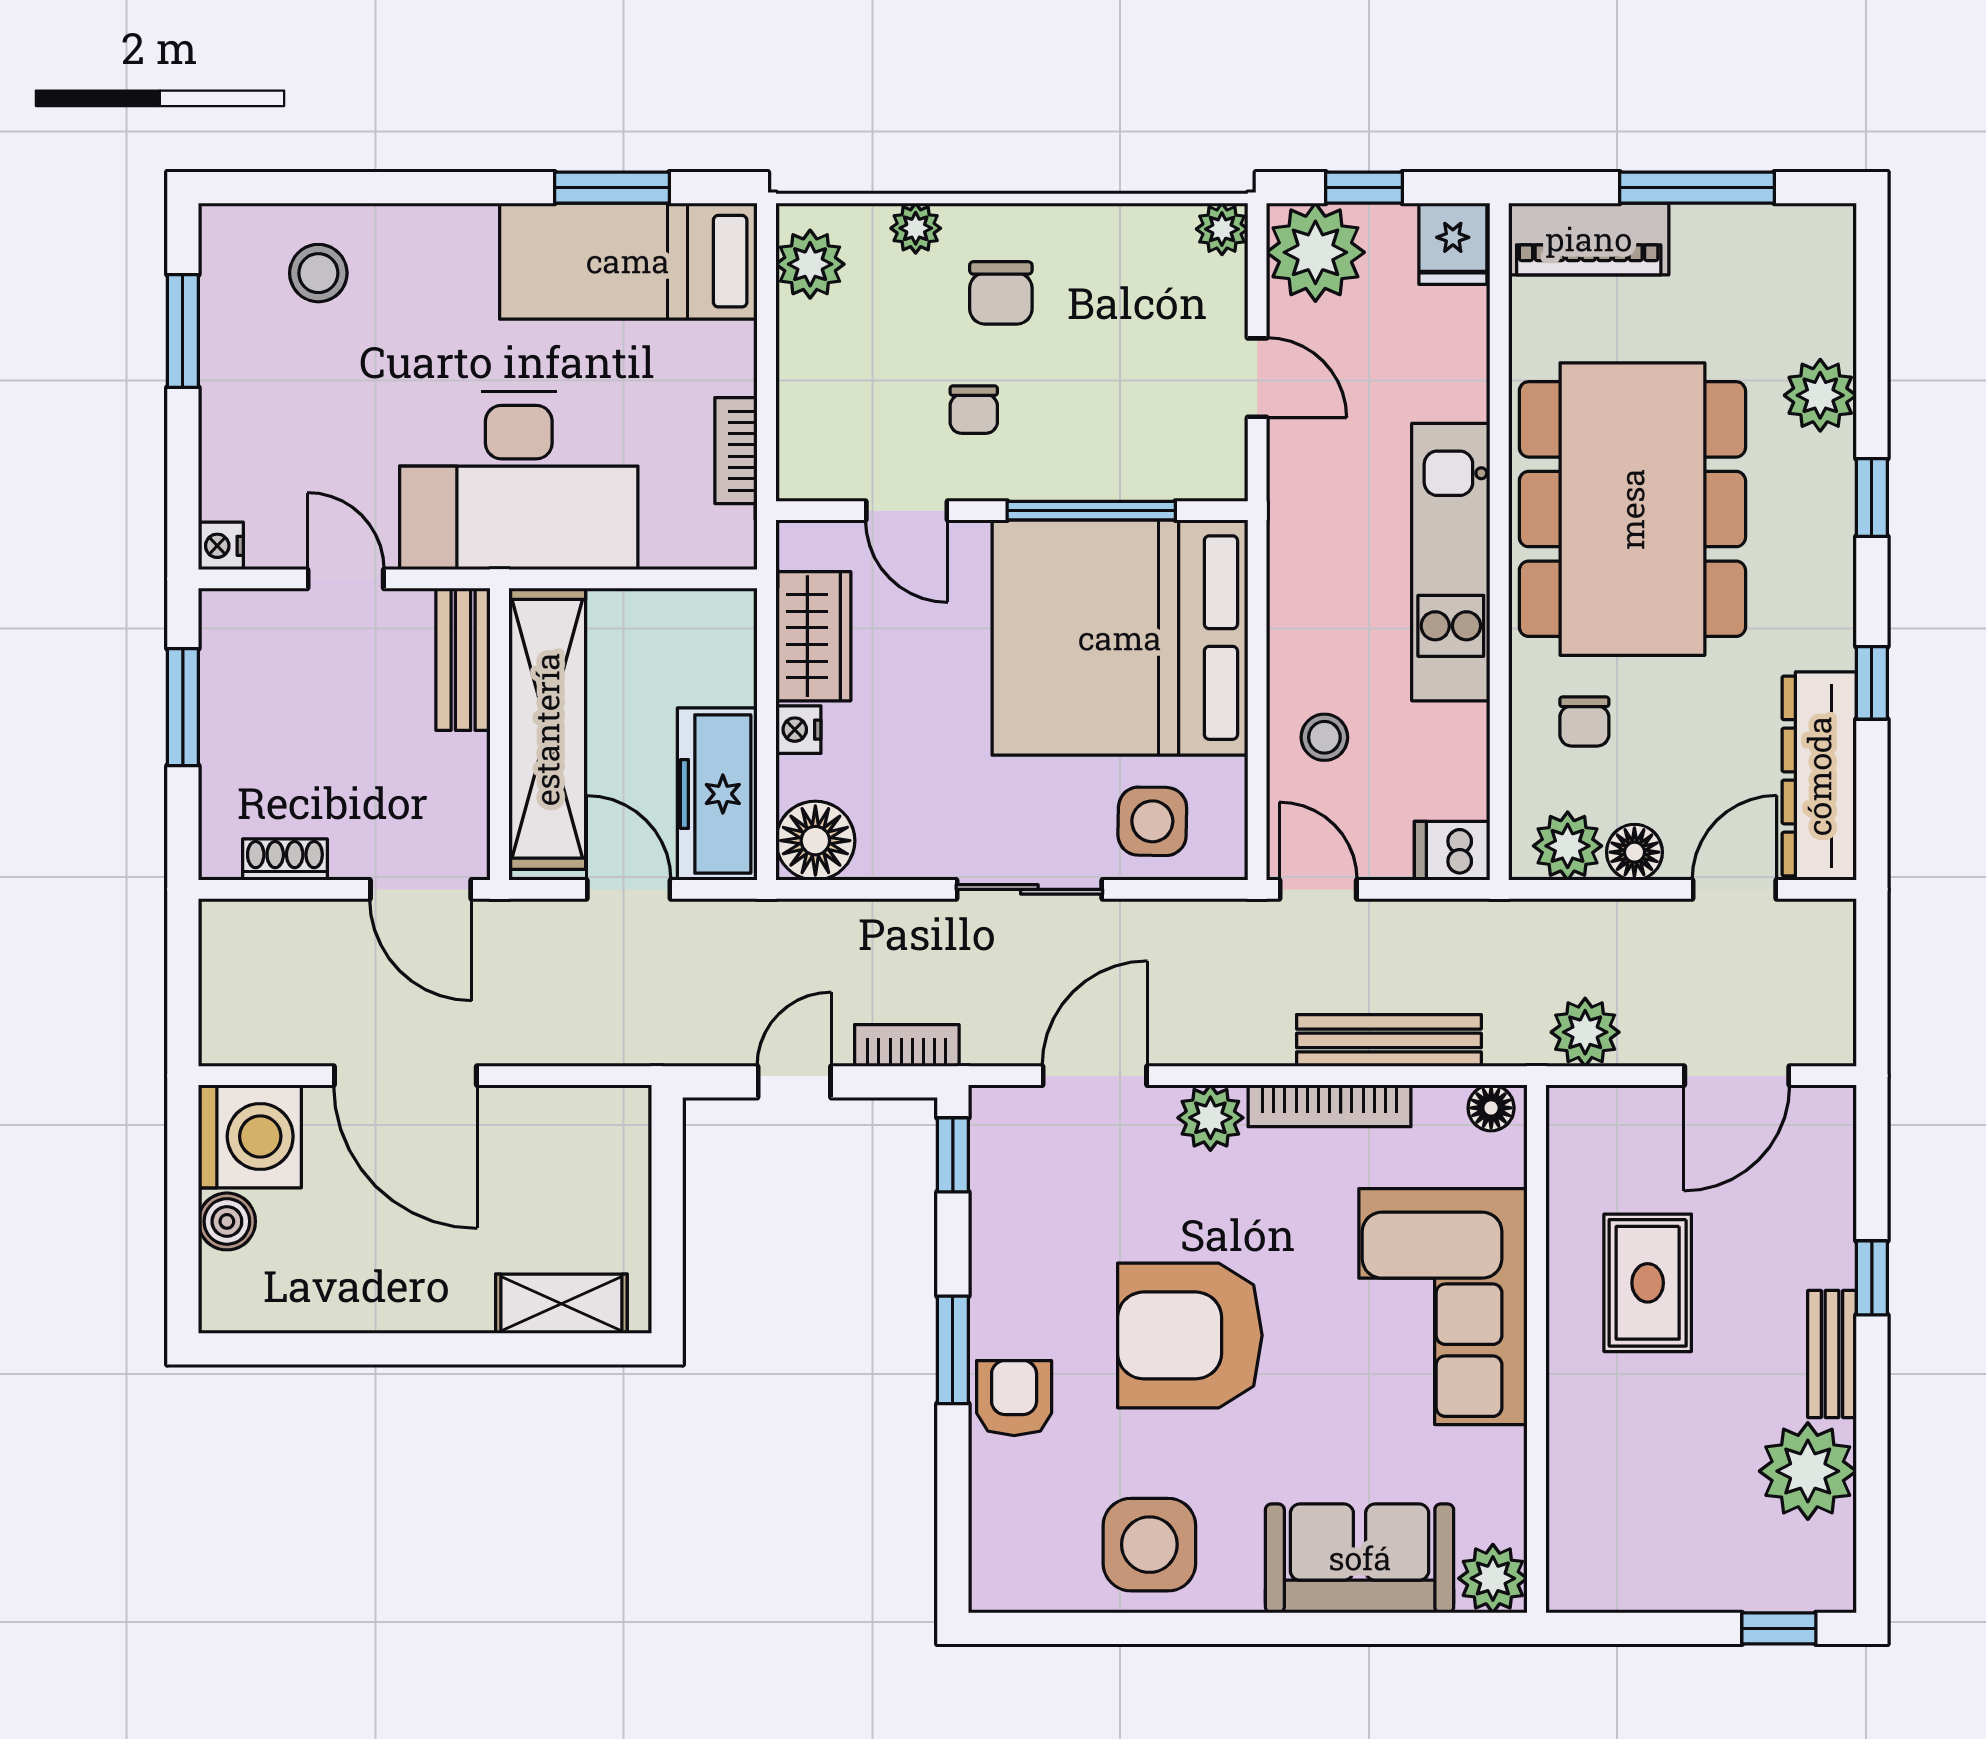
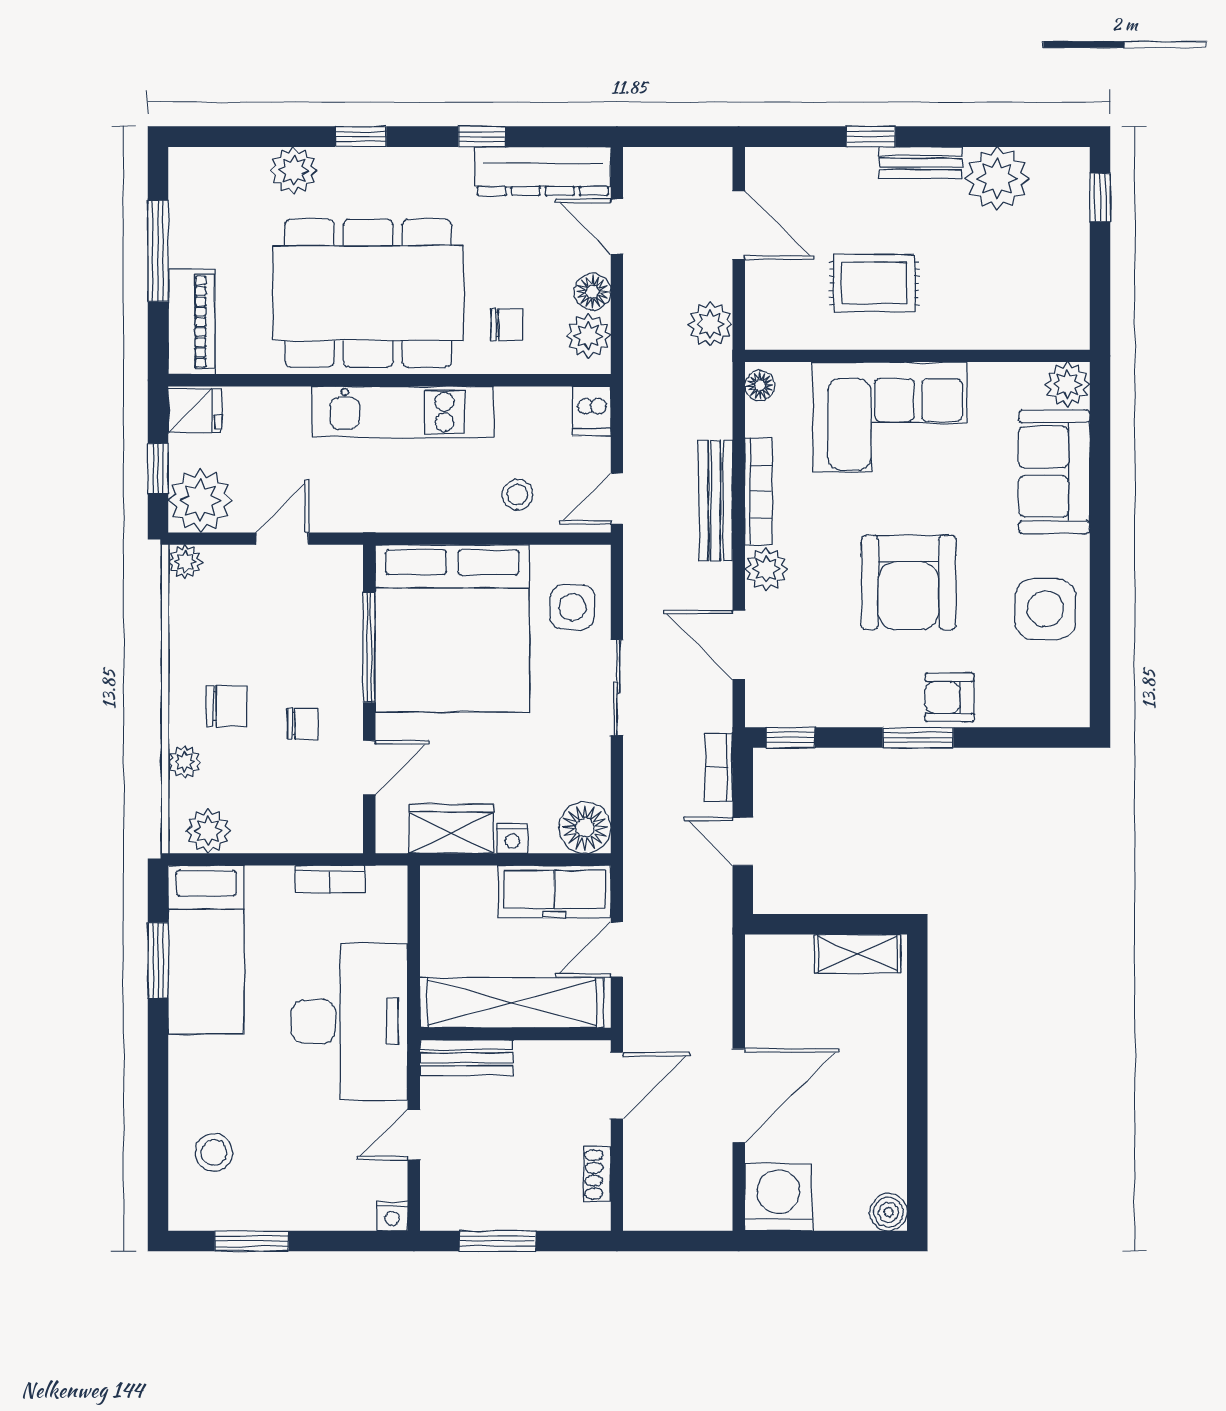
bench: (1389, 1040) -> (716, 500), moved
boiler: (227, 1221) -> (889, 1212), moved
shelving: (561, 1304) -> (858, 954), moved, turned 90

